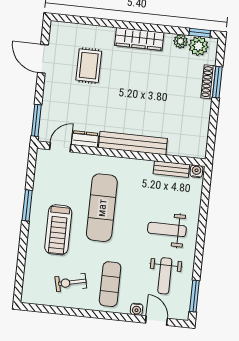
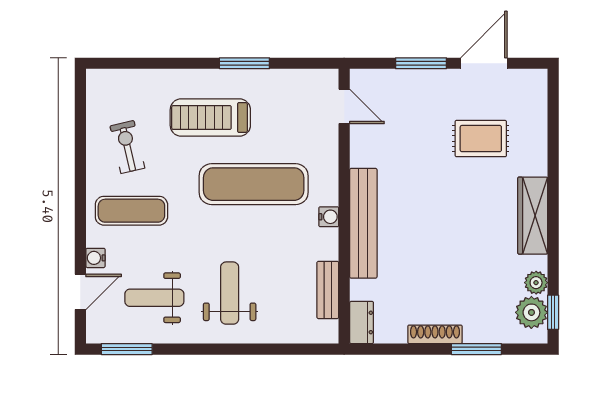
shoe rack: (208, 82) -> (435, 334), moved
window: (36, 120) -> (421, 63), moved
dresser: (85, 139) -> (362, 322), moved
water cooler: (196, 171) -> (329, 217), moved

